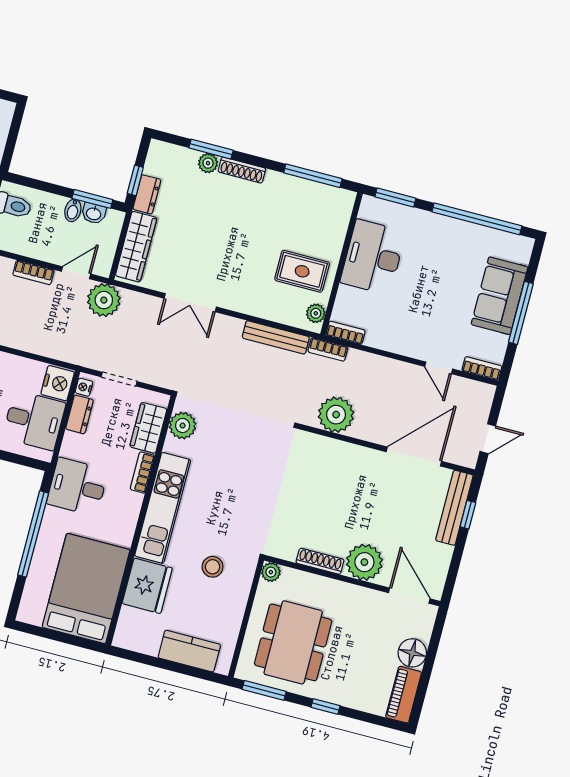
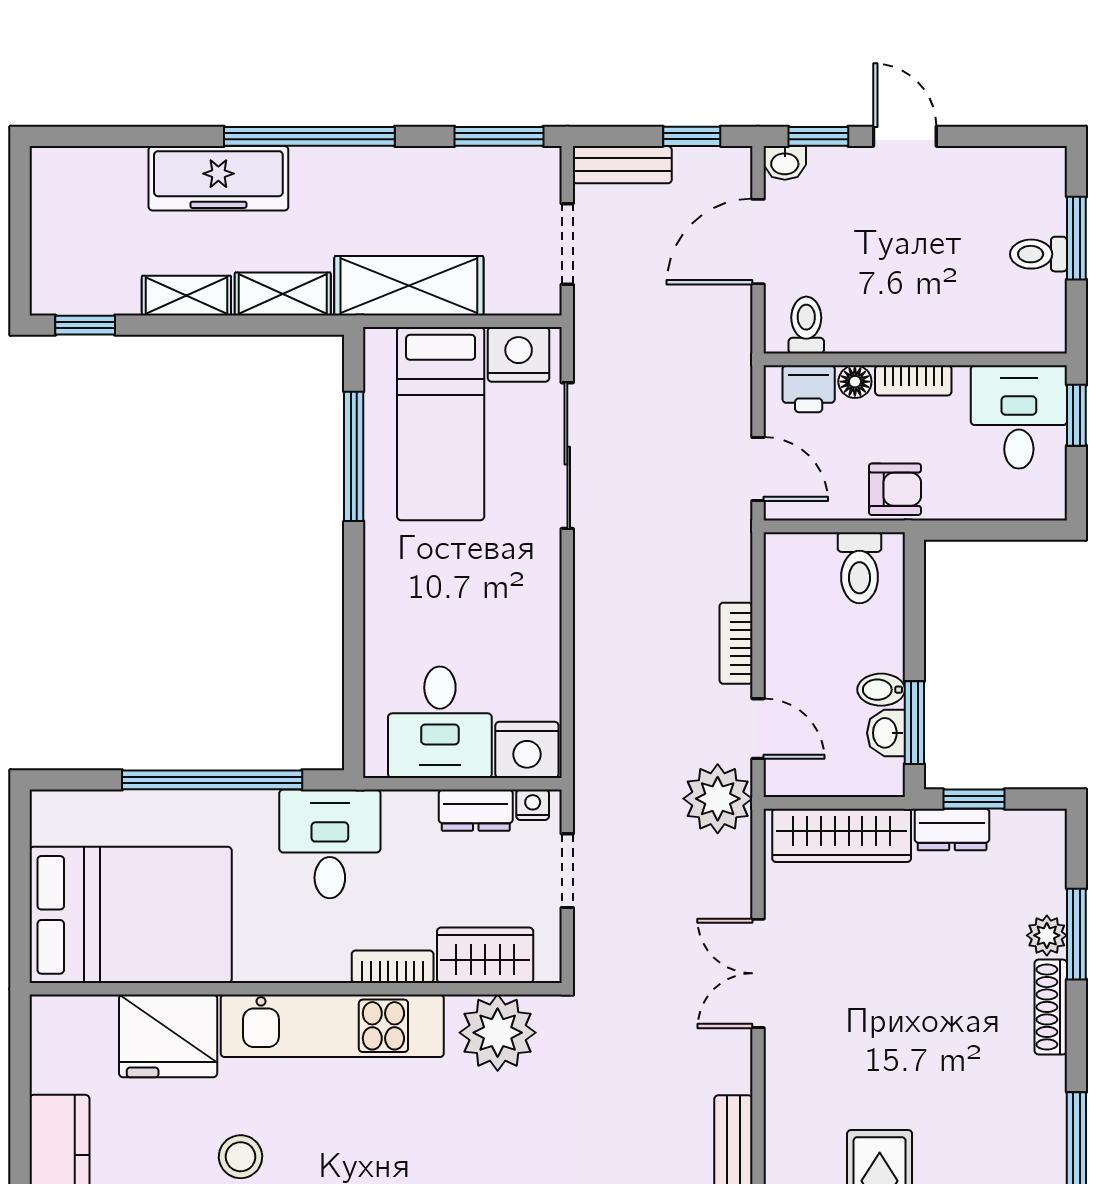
plant: (183, 426) -> (498, 1033), width x1.36, depth x1.36

